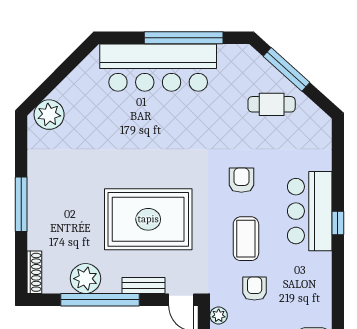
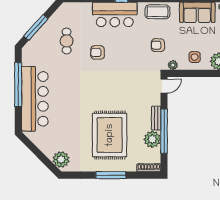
cafe table: (272, 104) -> (67, 41), moved
rug: (148, 219) -> (110, 135), moved
coffee table: (246, 239) -> (157, 12), moved
bench: (144, 285) -> (156, 118), moved

